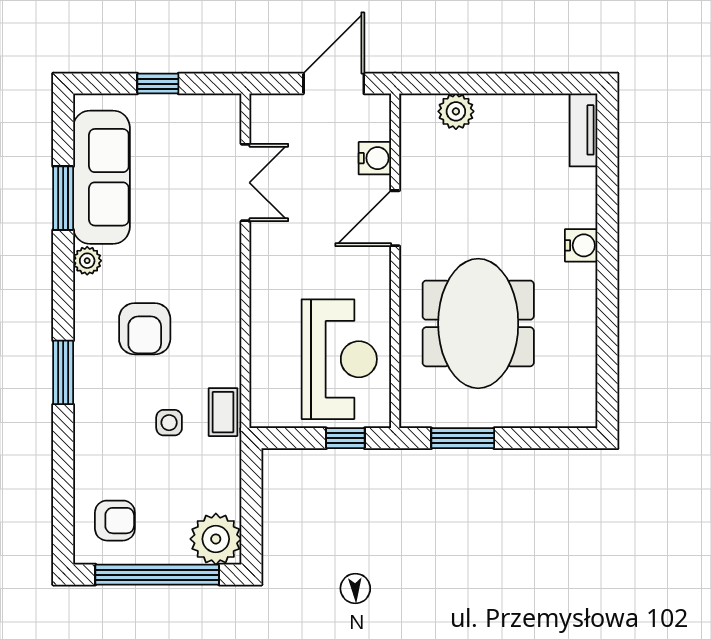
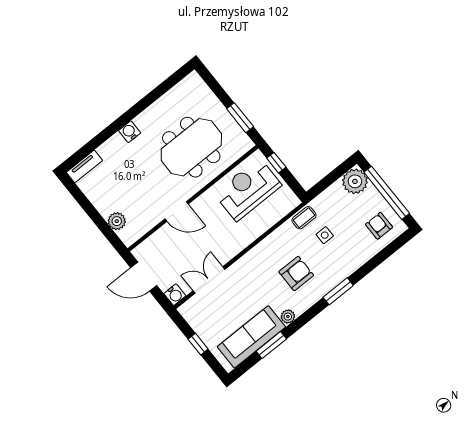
water cooler: (375, 158) -> (175, 295), moved, turned 180

